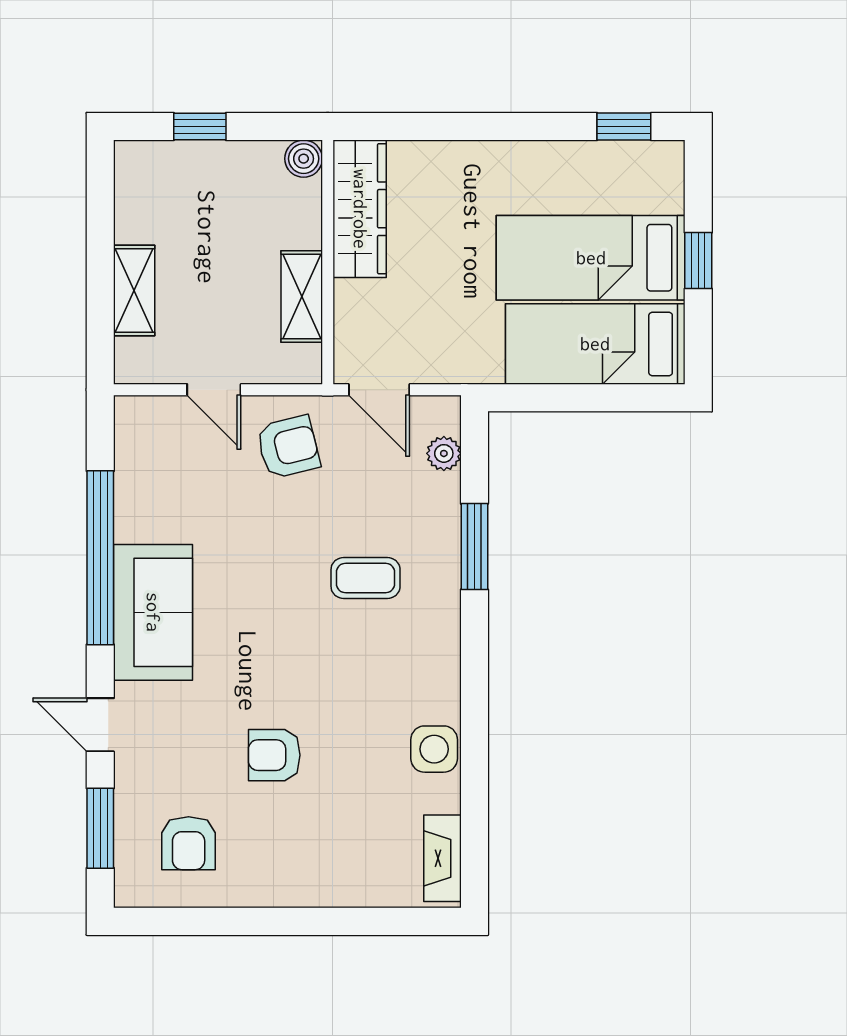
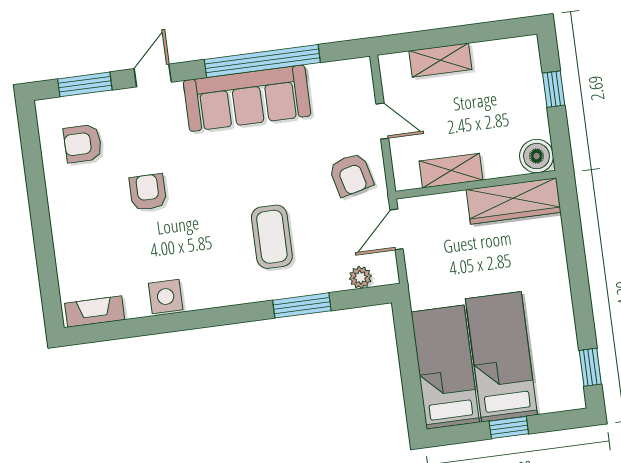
boiler: (304, 159) -> (537, 156), width x1.36, depth x1.36
door: (214, 390) -> (382, 121), swing flipped
coffee table: (366, 578) -> (272, 237), width x1.36, depth x1.30
sofa: (153, 612) -> (247, 98), width x1.36

